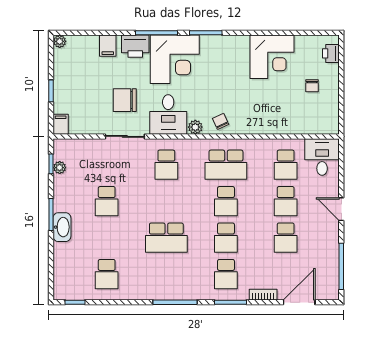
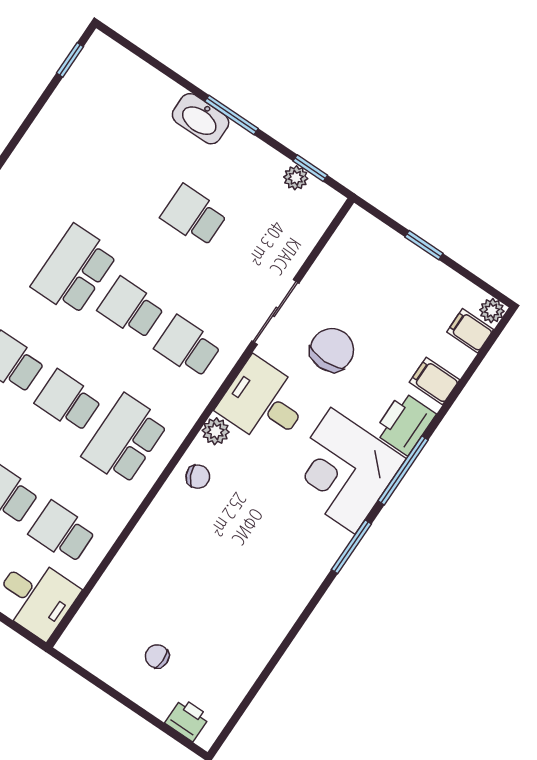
corner desk: (272, 57) -> (244, 625), removed
filing cabinet: (61, 124) -> (470, 331), moved, turned 180
school desk: (107, 274) -> (131, 308), moved

